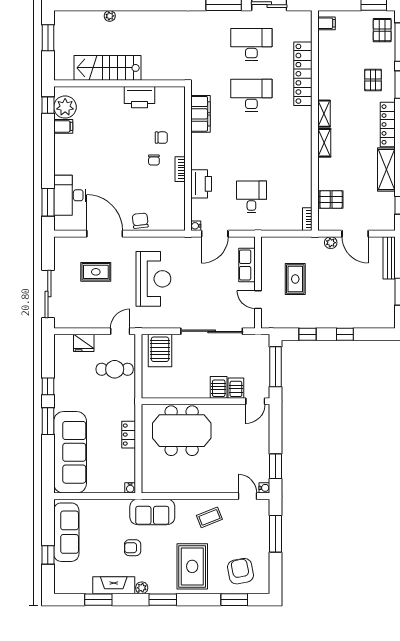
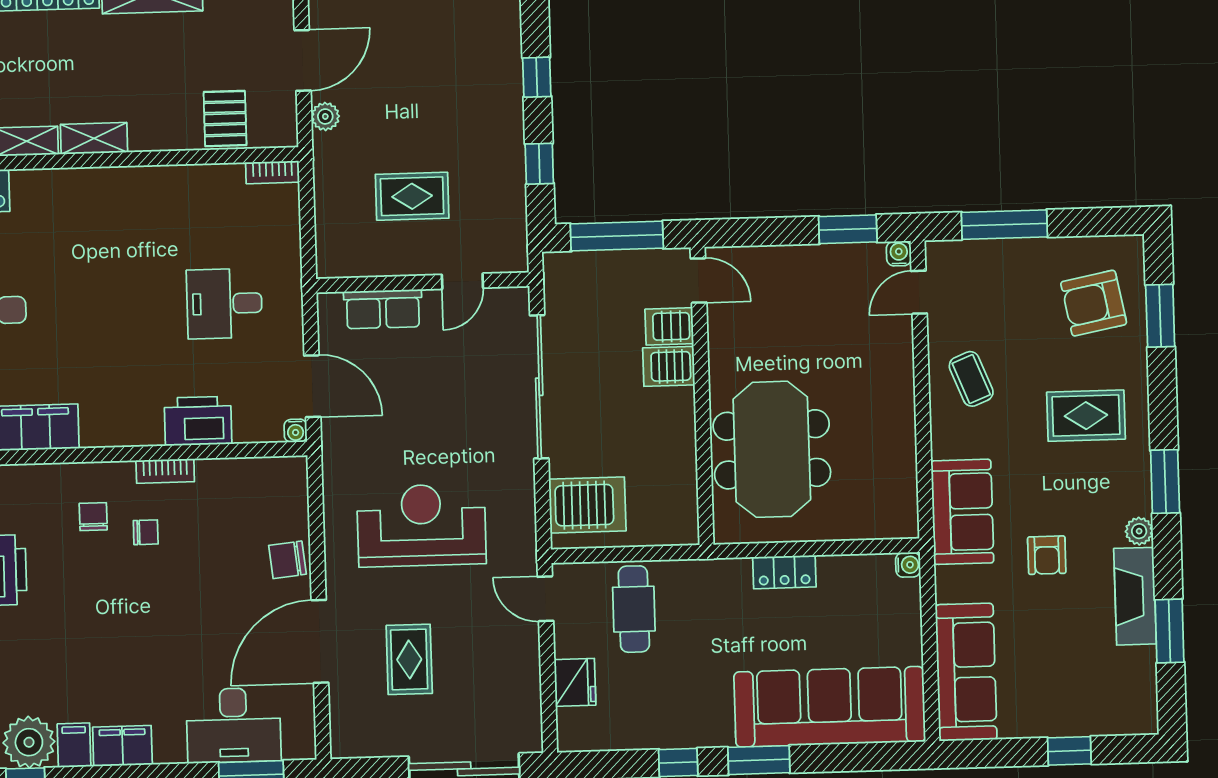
filing cabinet: (62, 147) -> (122, 746), added
sofa: (66, 532) -> (966, 672), moved, turned 90
rug: (192, 566) -> (1086, 416), width x0.73, depth x0.70

